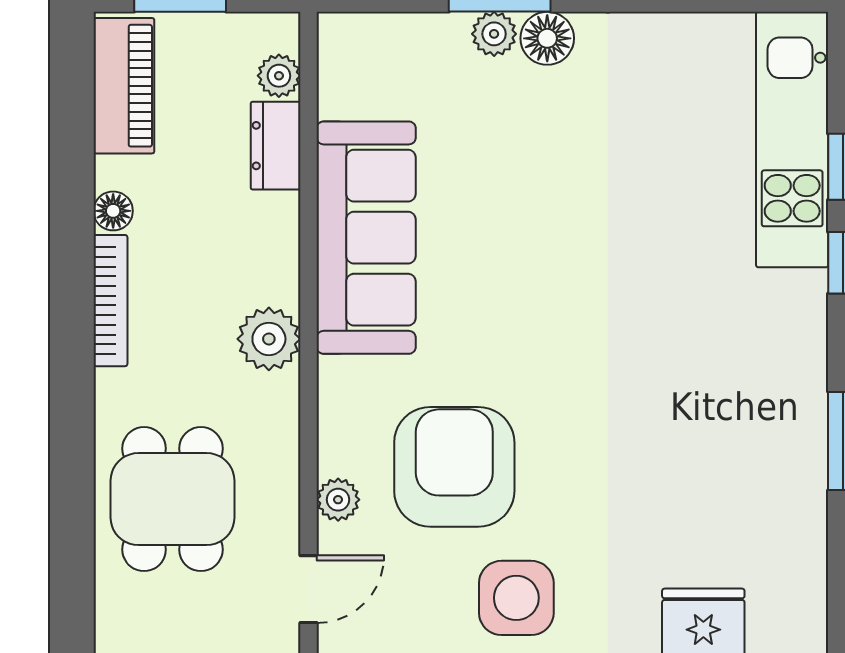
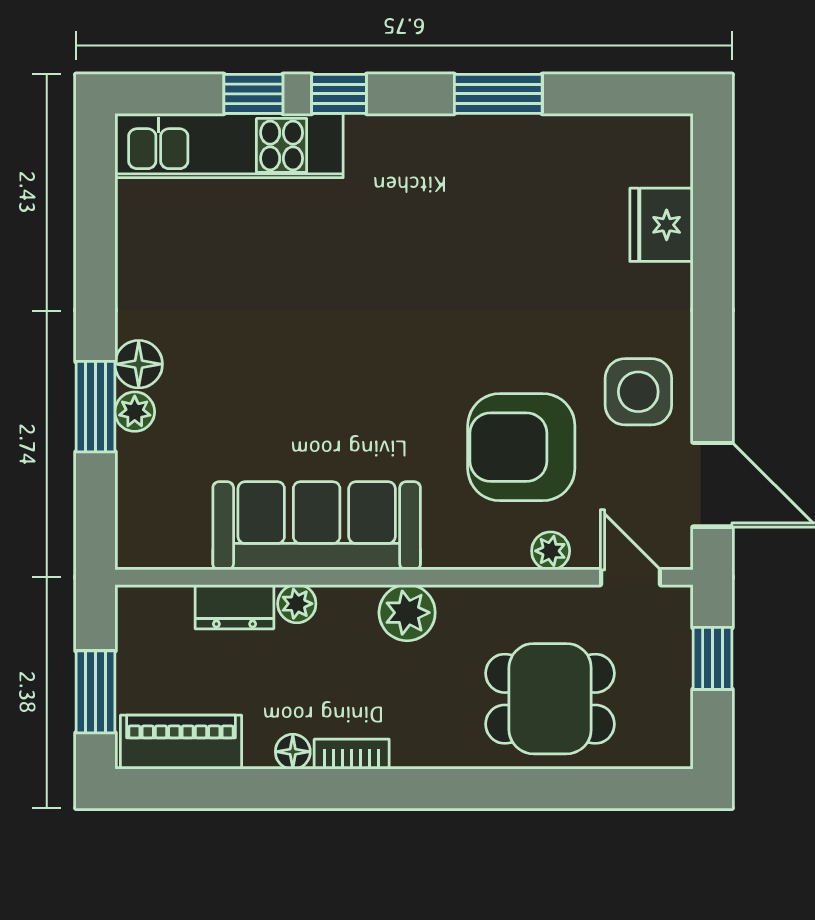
plant: (279, 76) -> (297, 604), moved
bookcase: (110, 301) -> (352, 754), width x0.64

